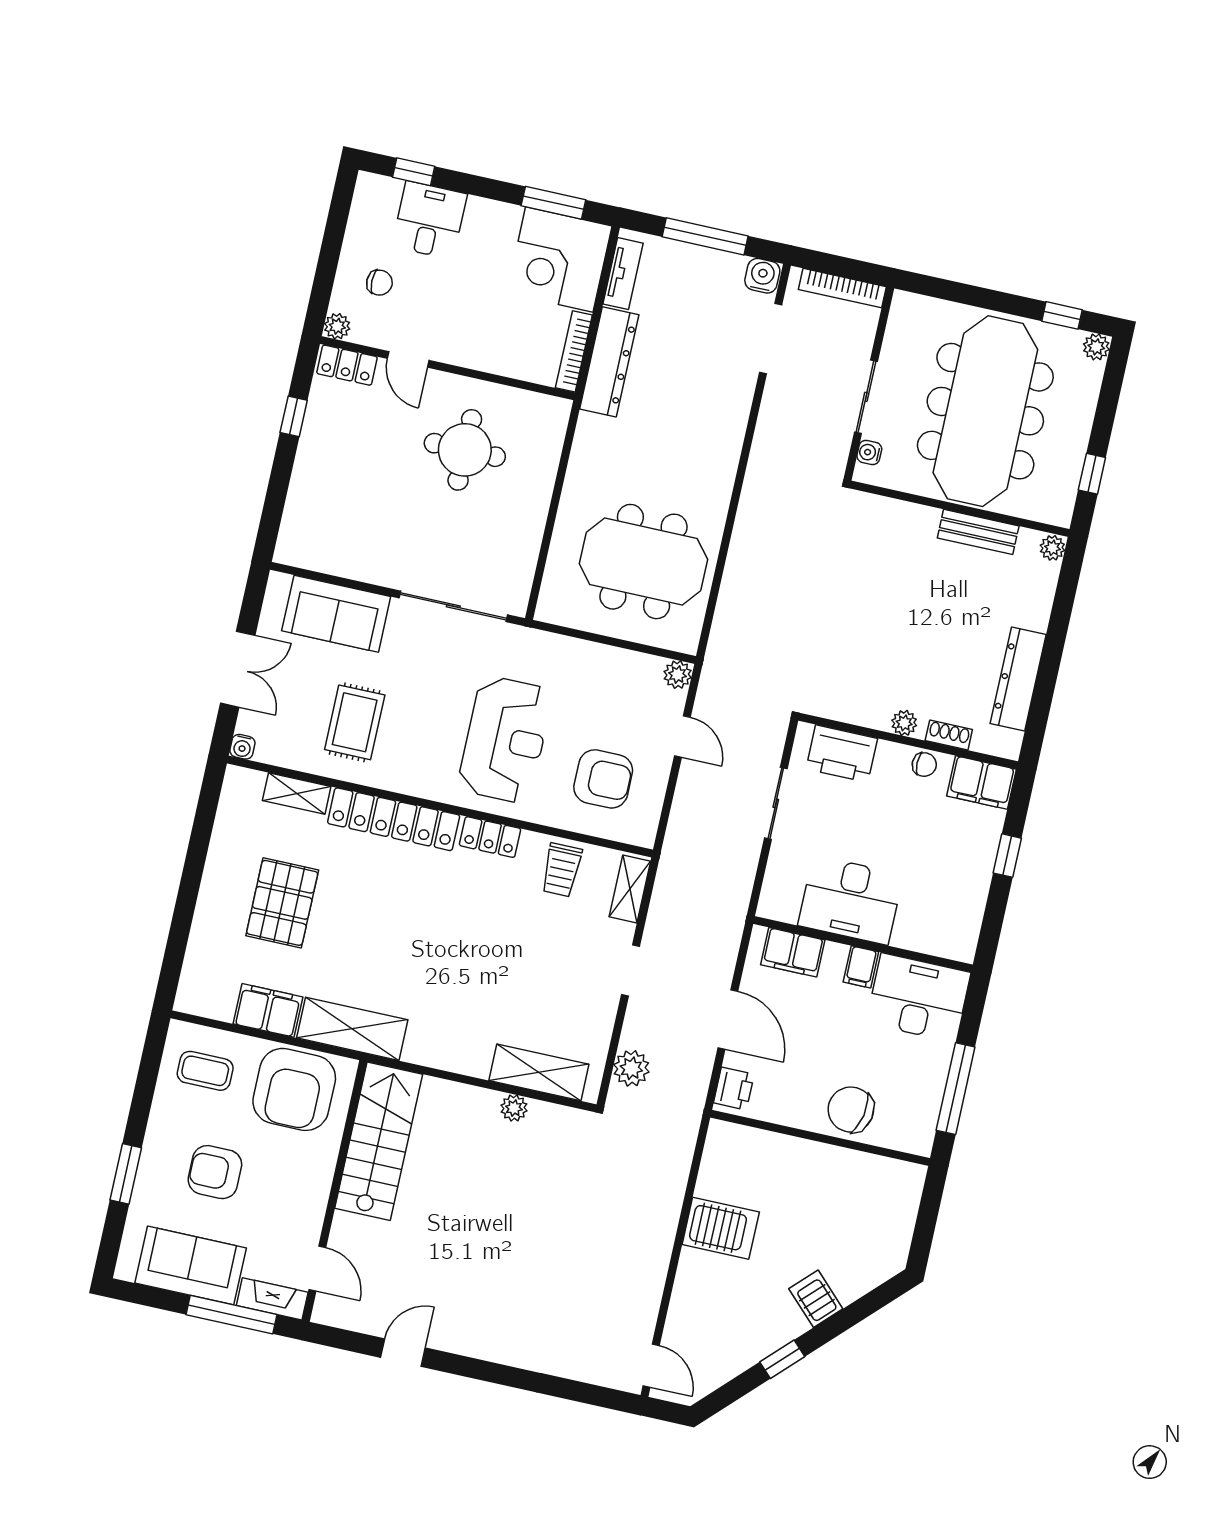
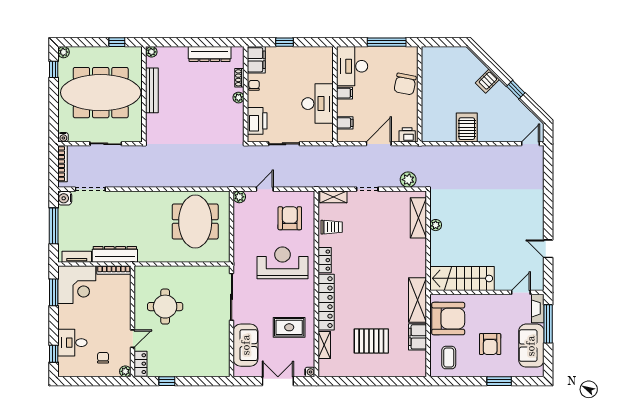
water cooler: (869, 452) -> (63, 137), moved
bench: (978, 532) -> (152, 90), width x1.36
filing cabinet: (793, 952) -> (345, 123), width x0.50

